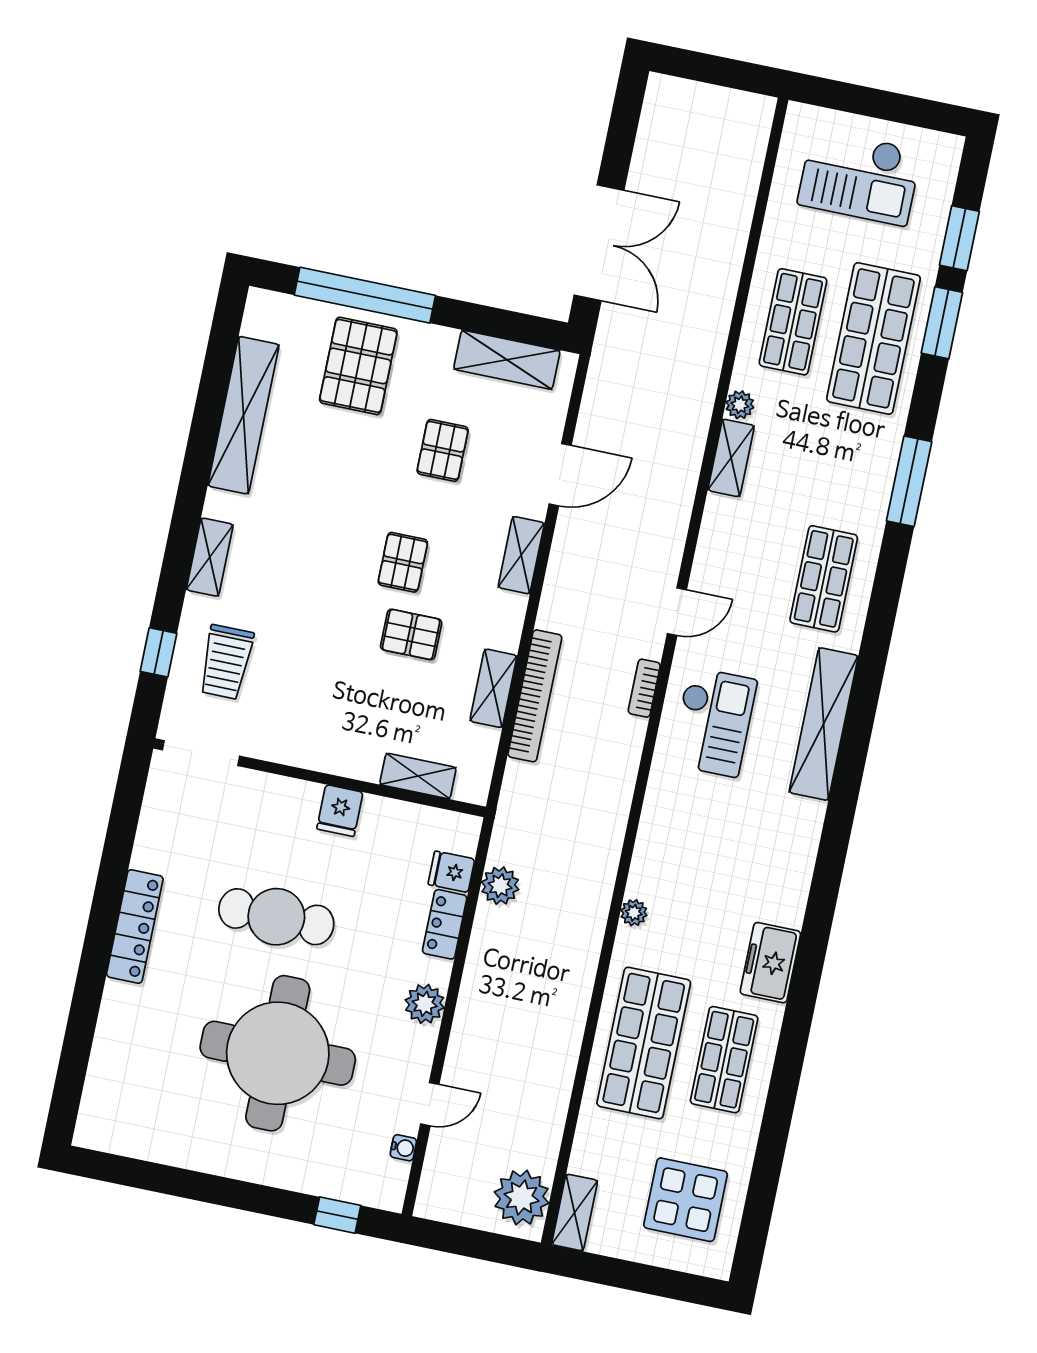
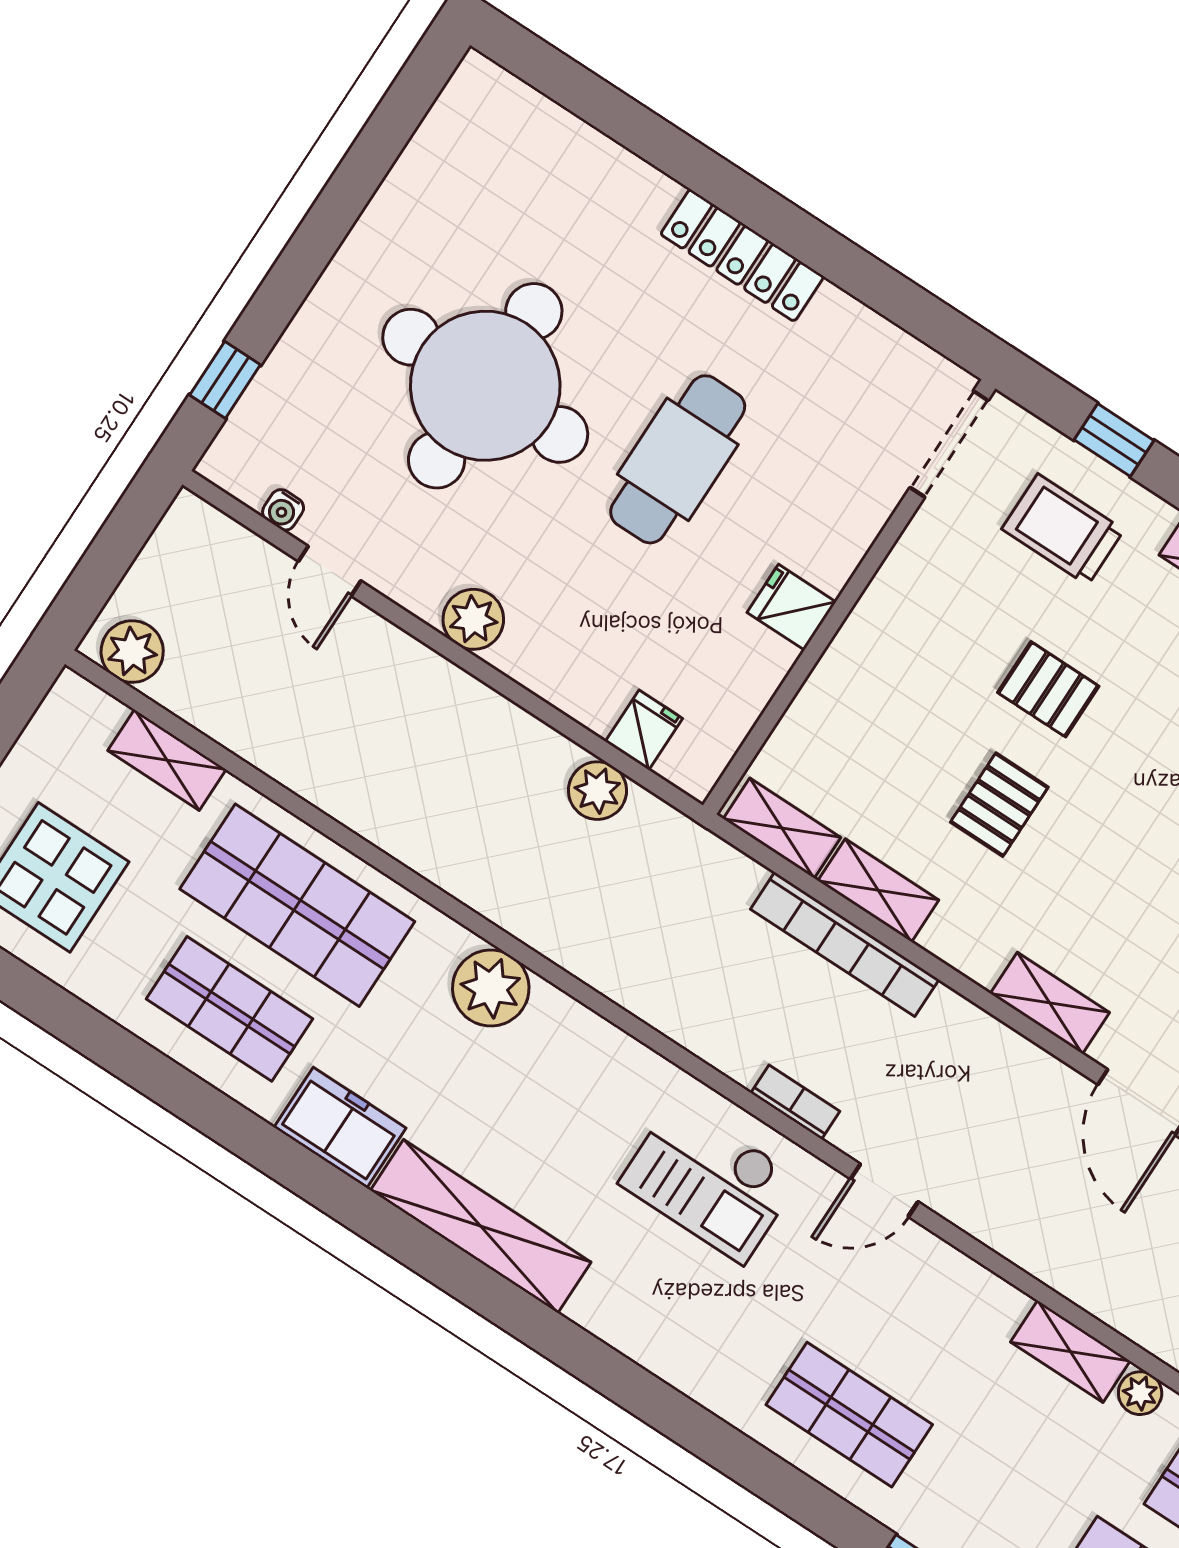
pallet: (403, 562) -> (1048, 689), moved
door: (677, 612) -> (884, 1190), hinge flipped
shelving: (824, 724) -> (481, 1226), moved
shelving: (418, 776) -> (782, 828), moved, turned 90
plant: (634, 913) -> (491, 988), width x1.88, depth x1.88
locker: (445, 924) -> (574, 691), removed
plant: (522, 1198) -> (132, 652), width x0.73, depth x0.73
shelving: (575, 1212) -> (167, 760), moved

